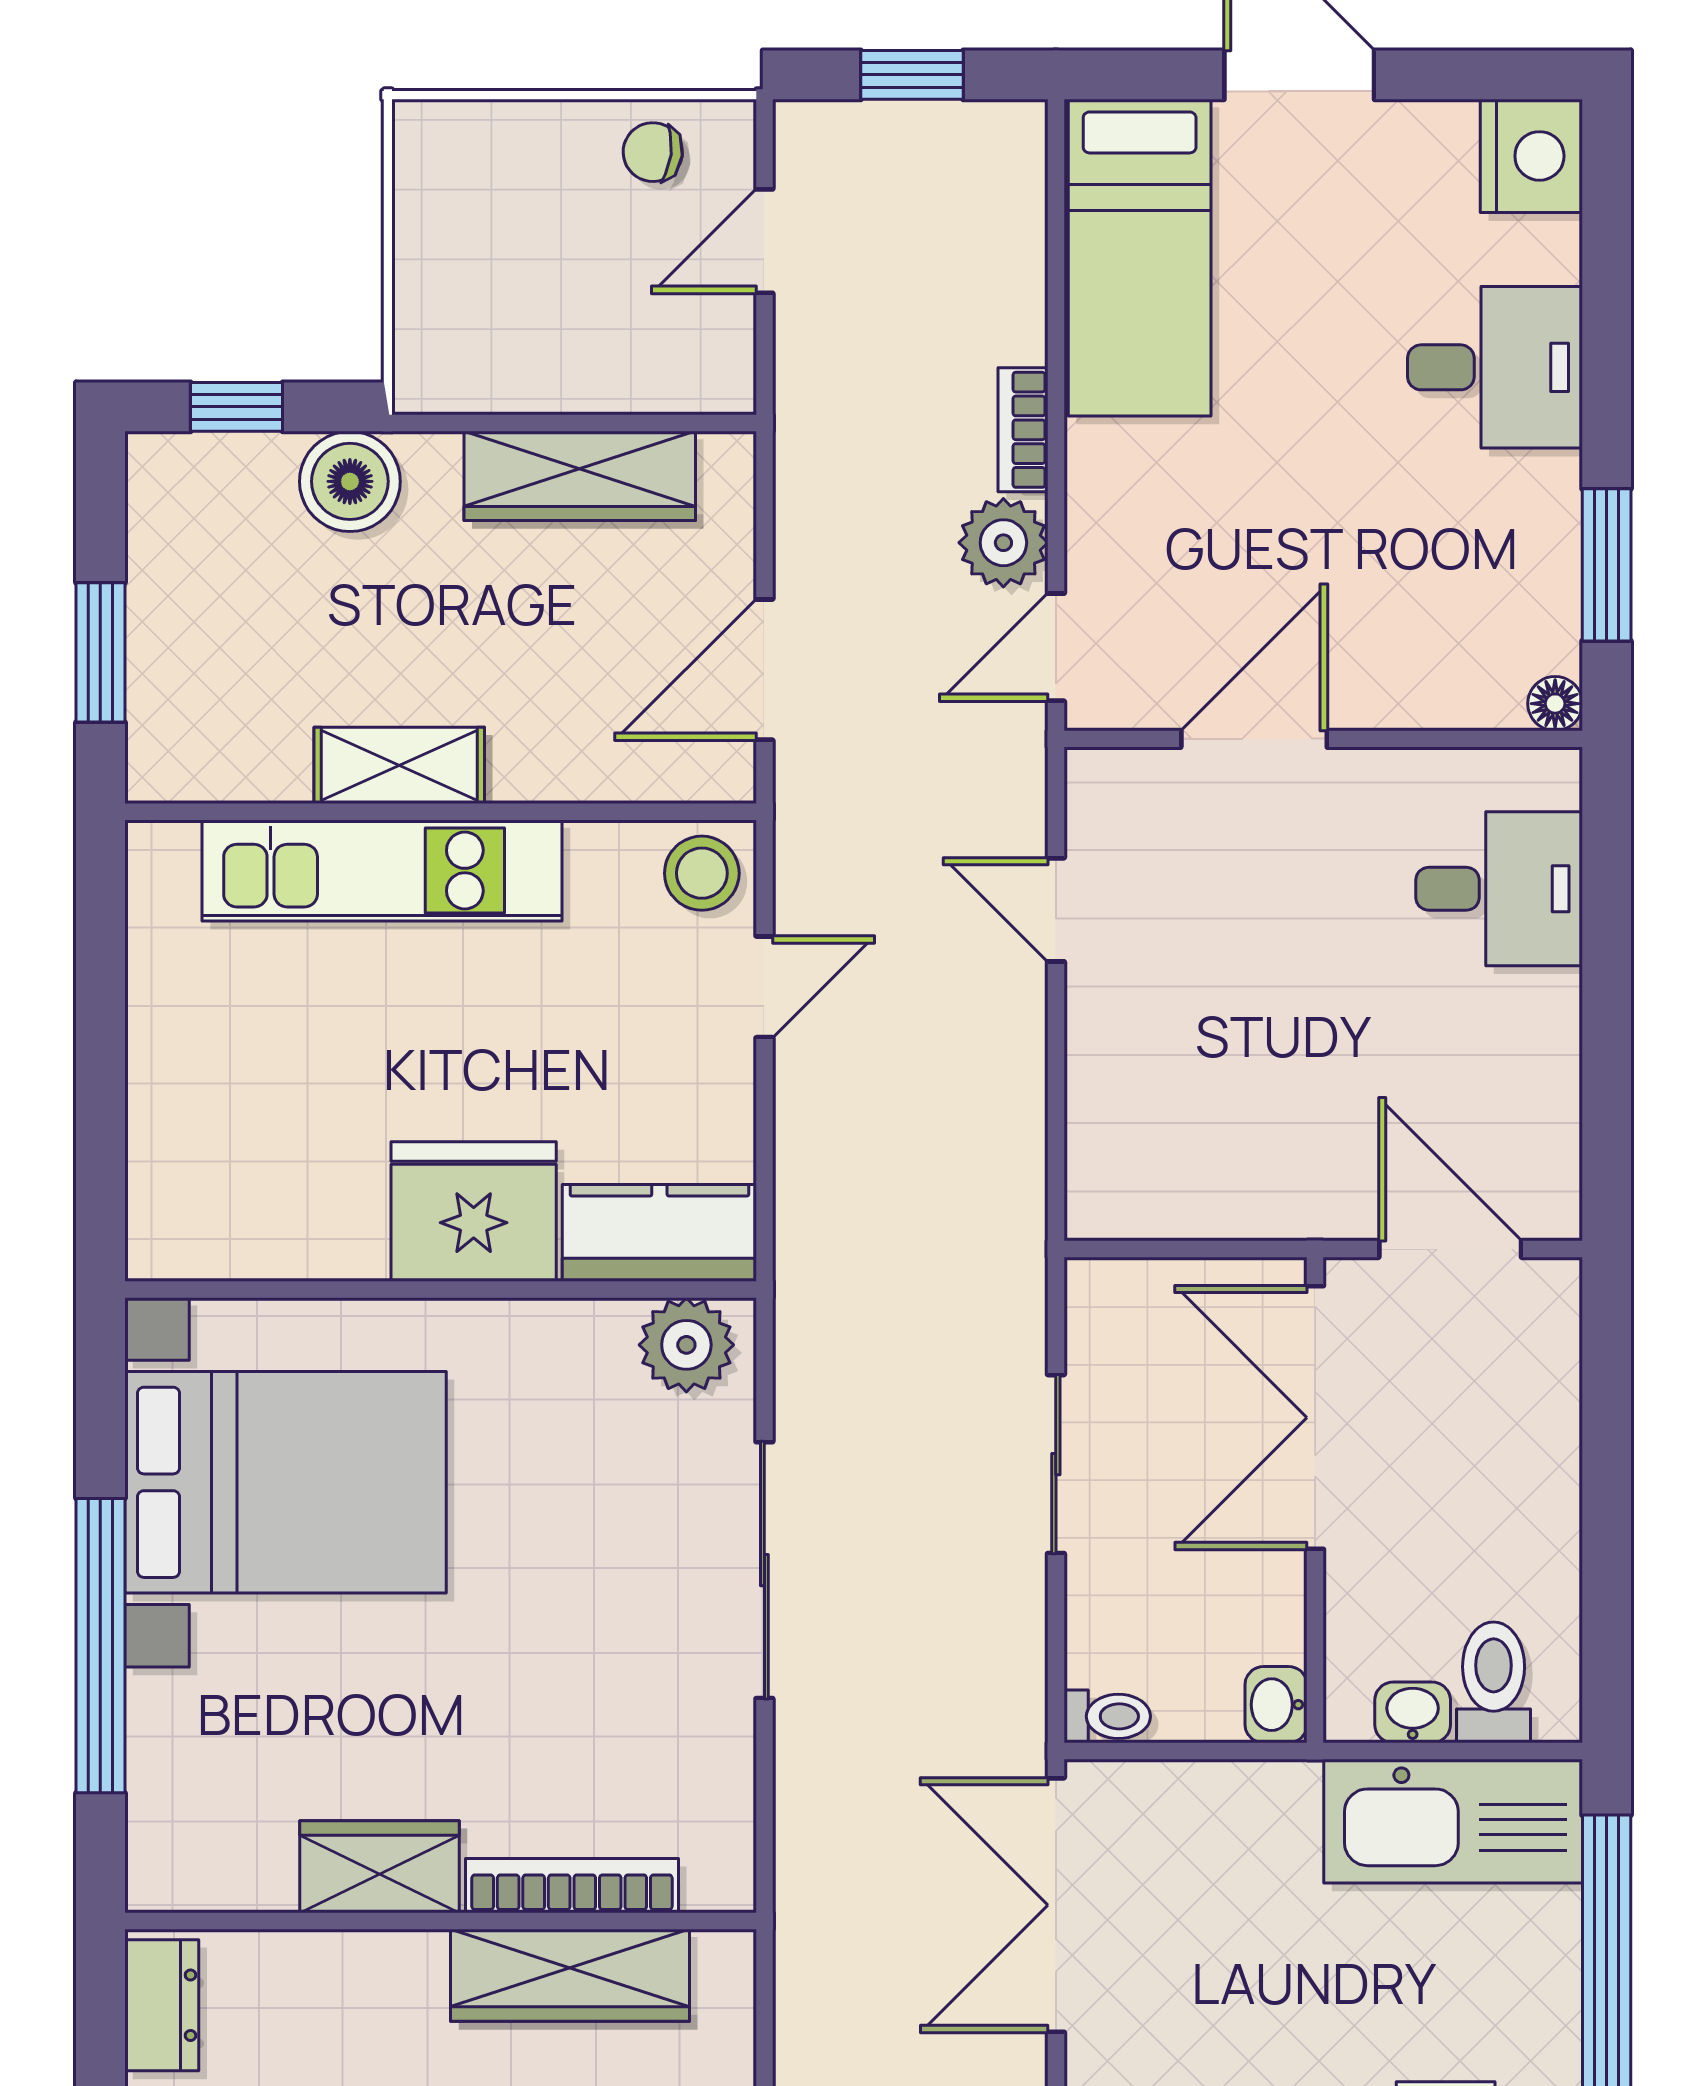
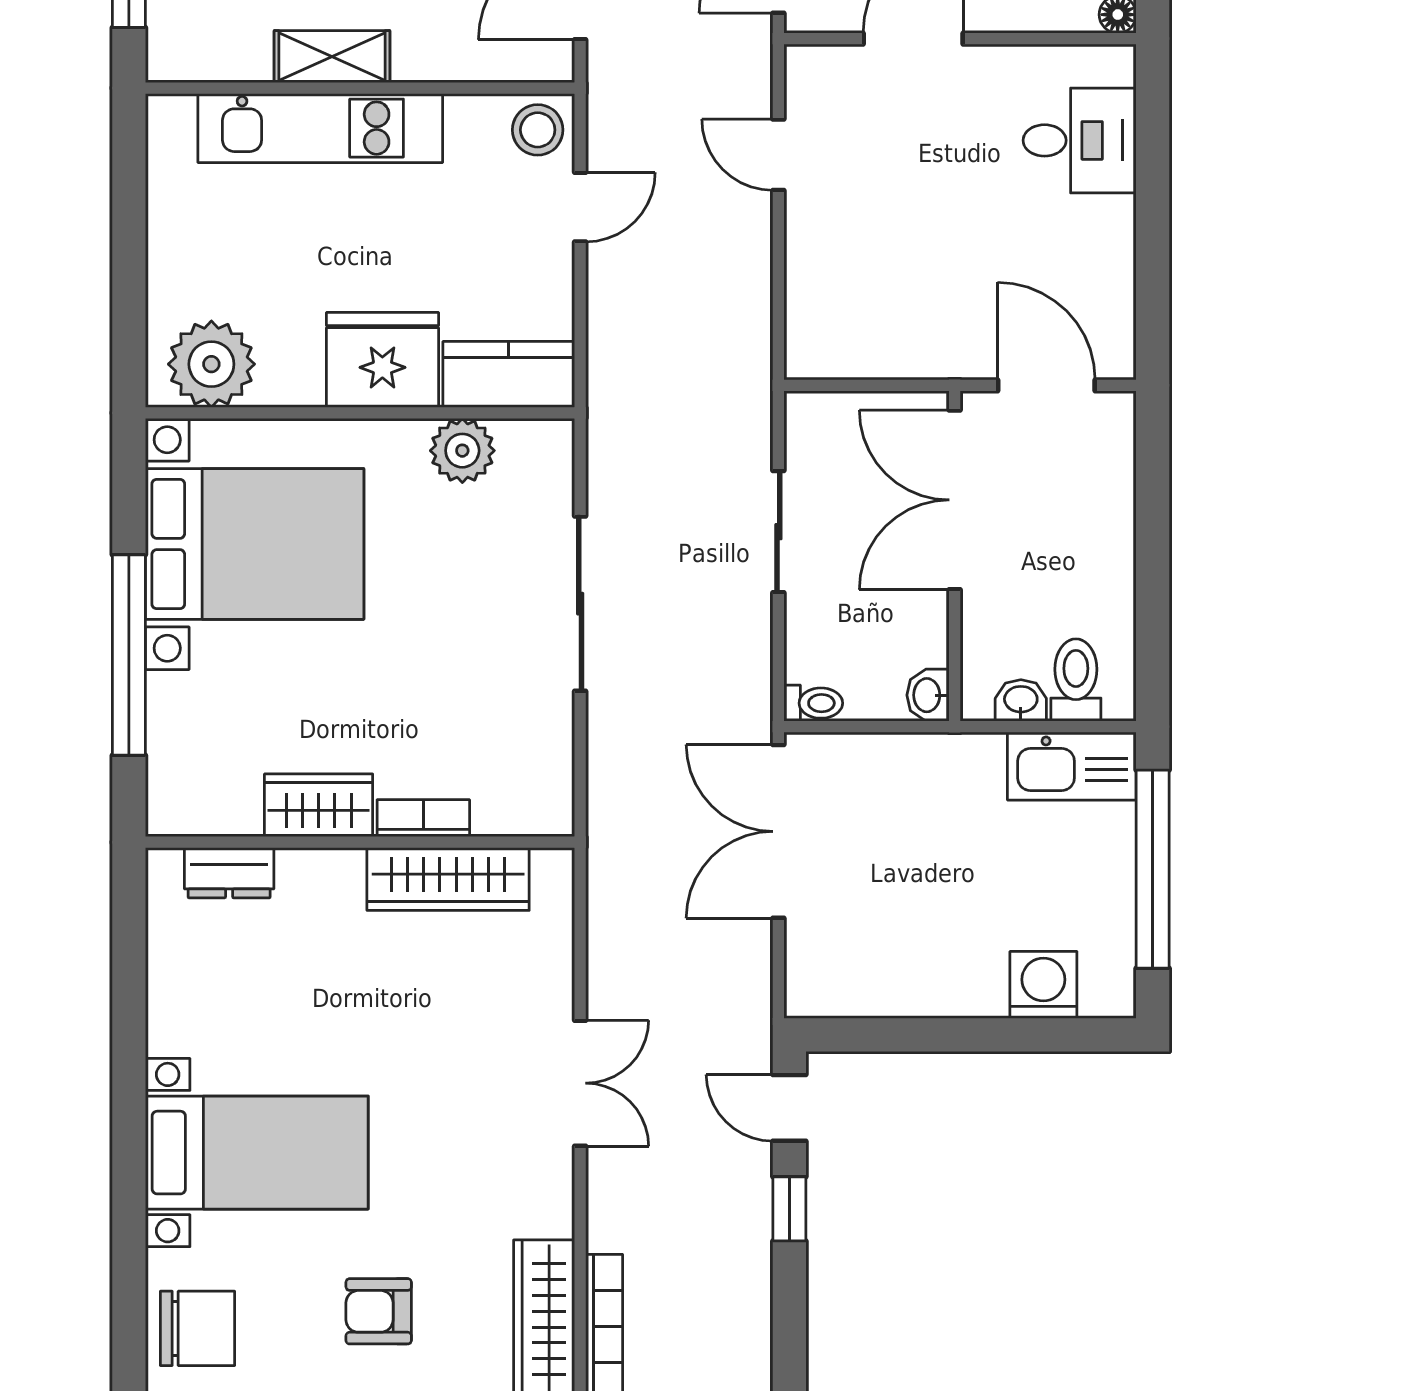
plant: (222, 1218) -> (211, 364), added
plant: (686, 1345) -> (462, 451), moved
kitchen sink: (1453, 1821) -> (1072, 766), width x0.73, depth x0.81
bookcase: (572, 1886) -> (423, 818), width x0.64
dresser: (162, 2005) -> (229, 873), moved, turned 90

